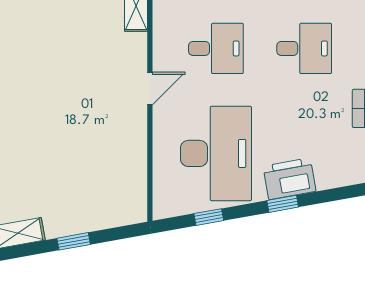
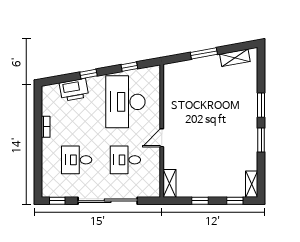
printer: (289, 179) -> (74, 90), moved
window: (74, 241) -> (204, 53), width x1.50

